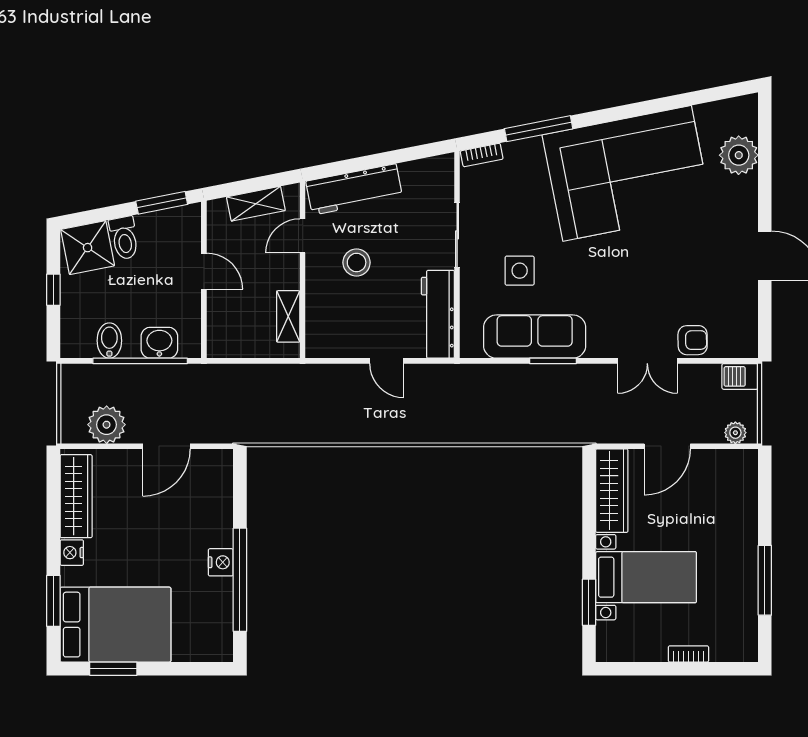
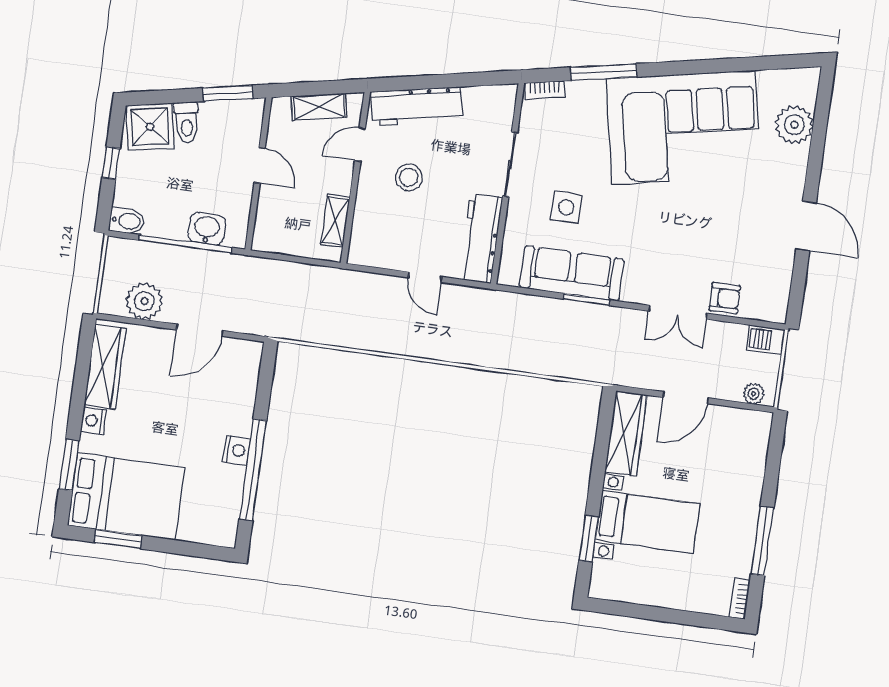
bidet: (109, 341) -> (127, 221), moved, turned 90
bookcase: (688, 654) -> (740, 599), moved, turned -90

